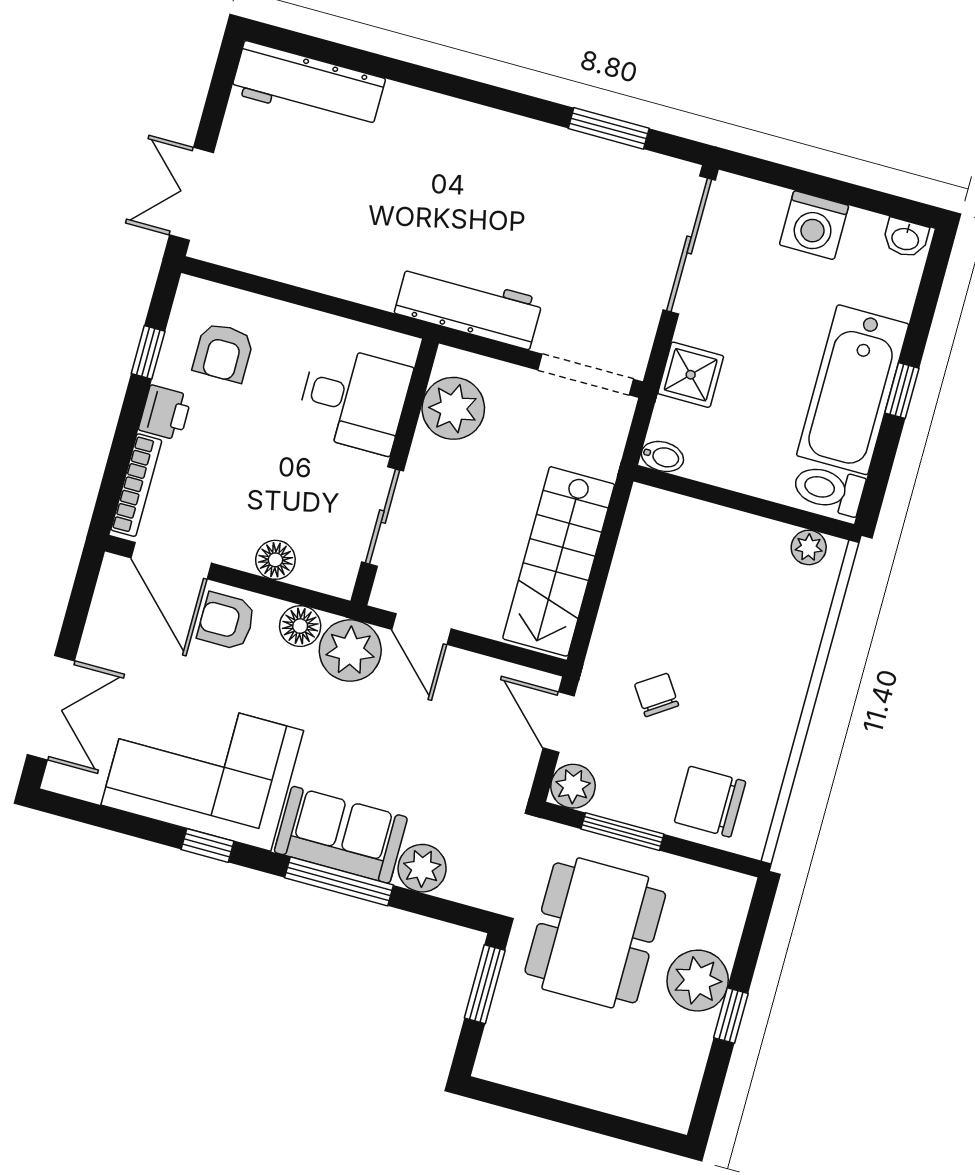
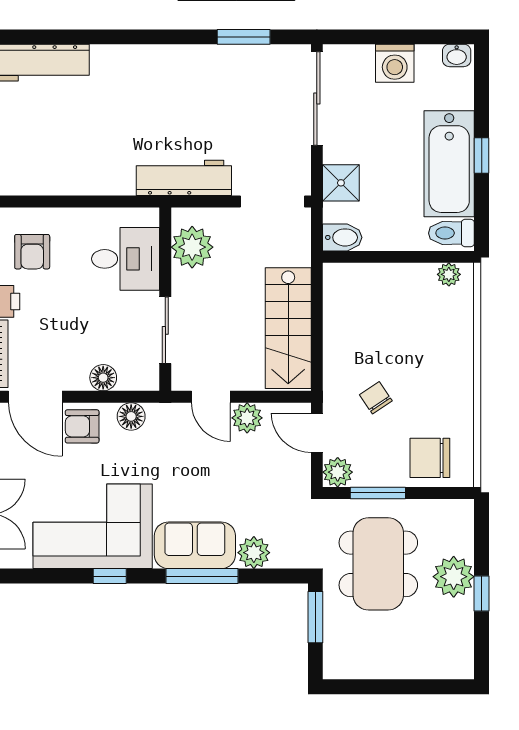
bidet: (662, 456) -> (342, 237), width x1.38, depth x1.36
plant: (350, 651) -> (247, 418), moved, width x0.73, depth x0.73

